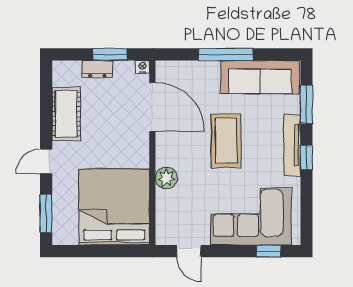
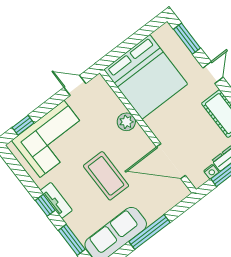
nightstand: (143, 67) -> (211, 172), moved
tv unit: (292, 145) -> (56, 200), width x0.71

